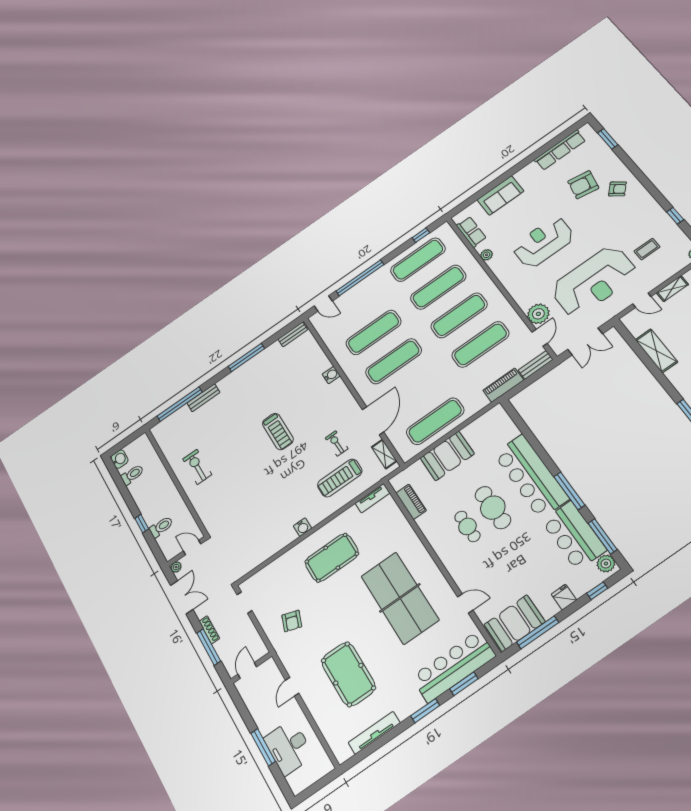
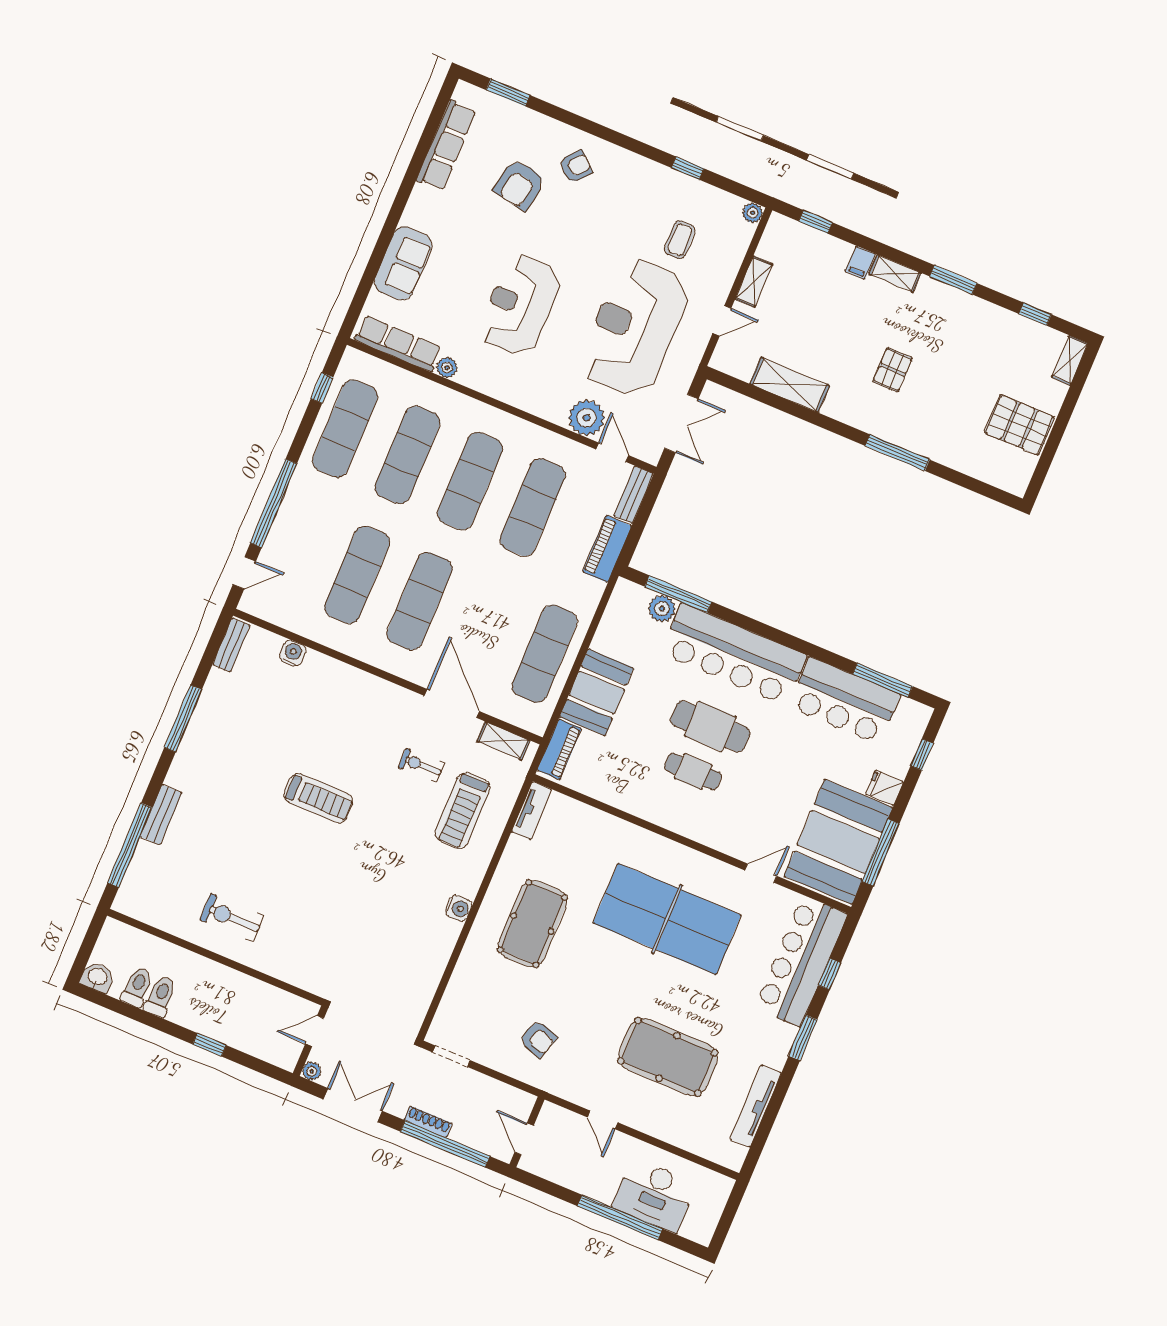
row of seats: (471, 232) -> (398, 343), width x1.48
reception desk: (594, 281) -> (635, 327), turned 180
water cooler: (331, 375) -> (293, 653), moved
window: (569, 491) -> (678, 594), moved
piano: (411, 502) -> (559, 749), moved, turned 90
toilet: (161, 527) -> (160, 997), moved
plant: (606, 564) -> (662, 609), moved
booth: (515, 623) -> (838, 842), width x1.36, depth x1.42
window: (209, 647) -> (445, 1144), width x1.46
window: (464, 684) -> (830, 974), width x0.67
window: (263, 747) -> (620, 1217), width x1.46

